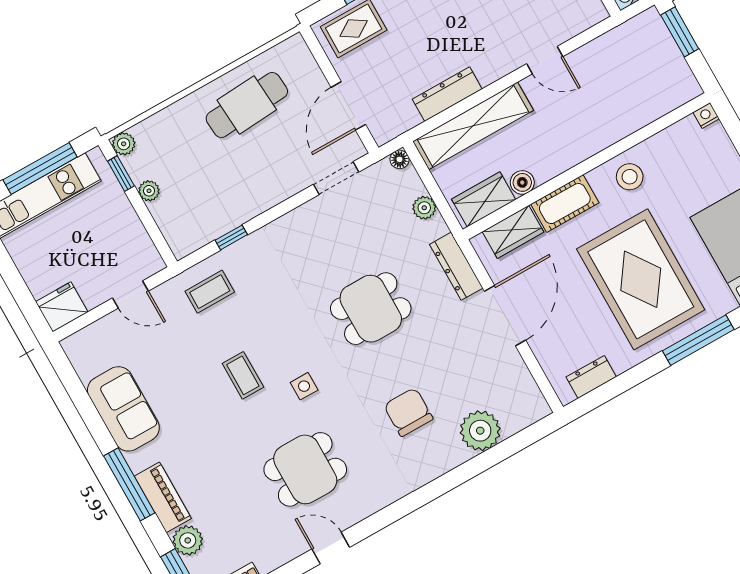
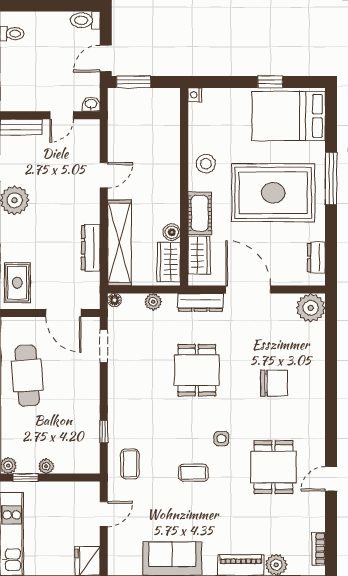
chair: (408, 412) -> (274, 383), turned 180
plant: (480, 431) -> (311, 308), moved

